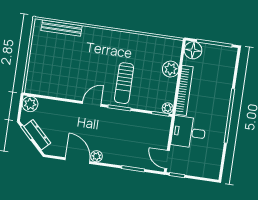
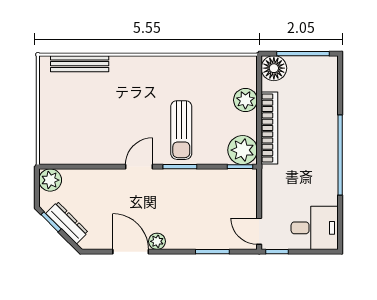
plant: (168, 108) -> (243, 150), width x1.87, depth x1.87
desk: (189, 132) -> (315, 228), moved, turned 180

